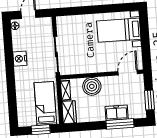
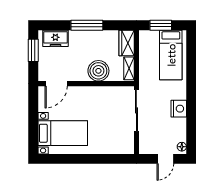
bed: (45, 103) -> (171, 55), moved
freezer: (117, 113) -> (55, 38), moved
window: (120, 124) -> (87, 25), moved

